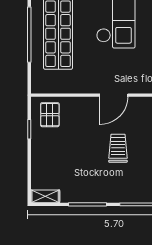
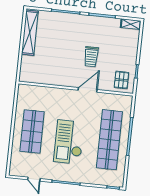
door: (114, 95) -> (88, 90), moved
trolley: (118, 148) -> (91, 57), moved

